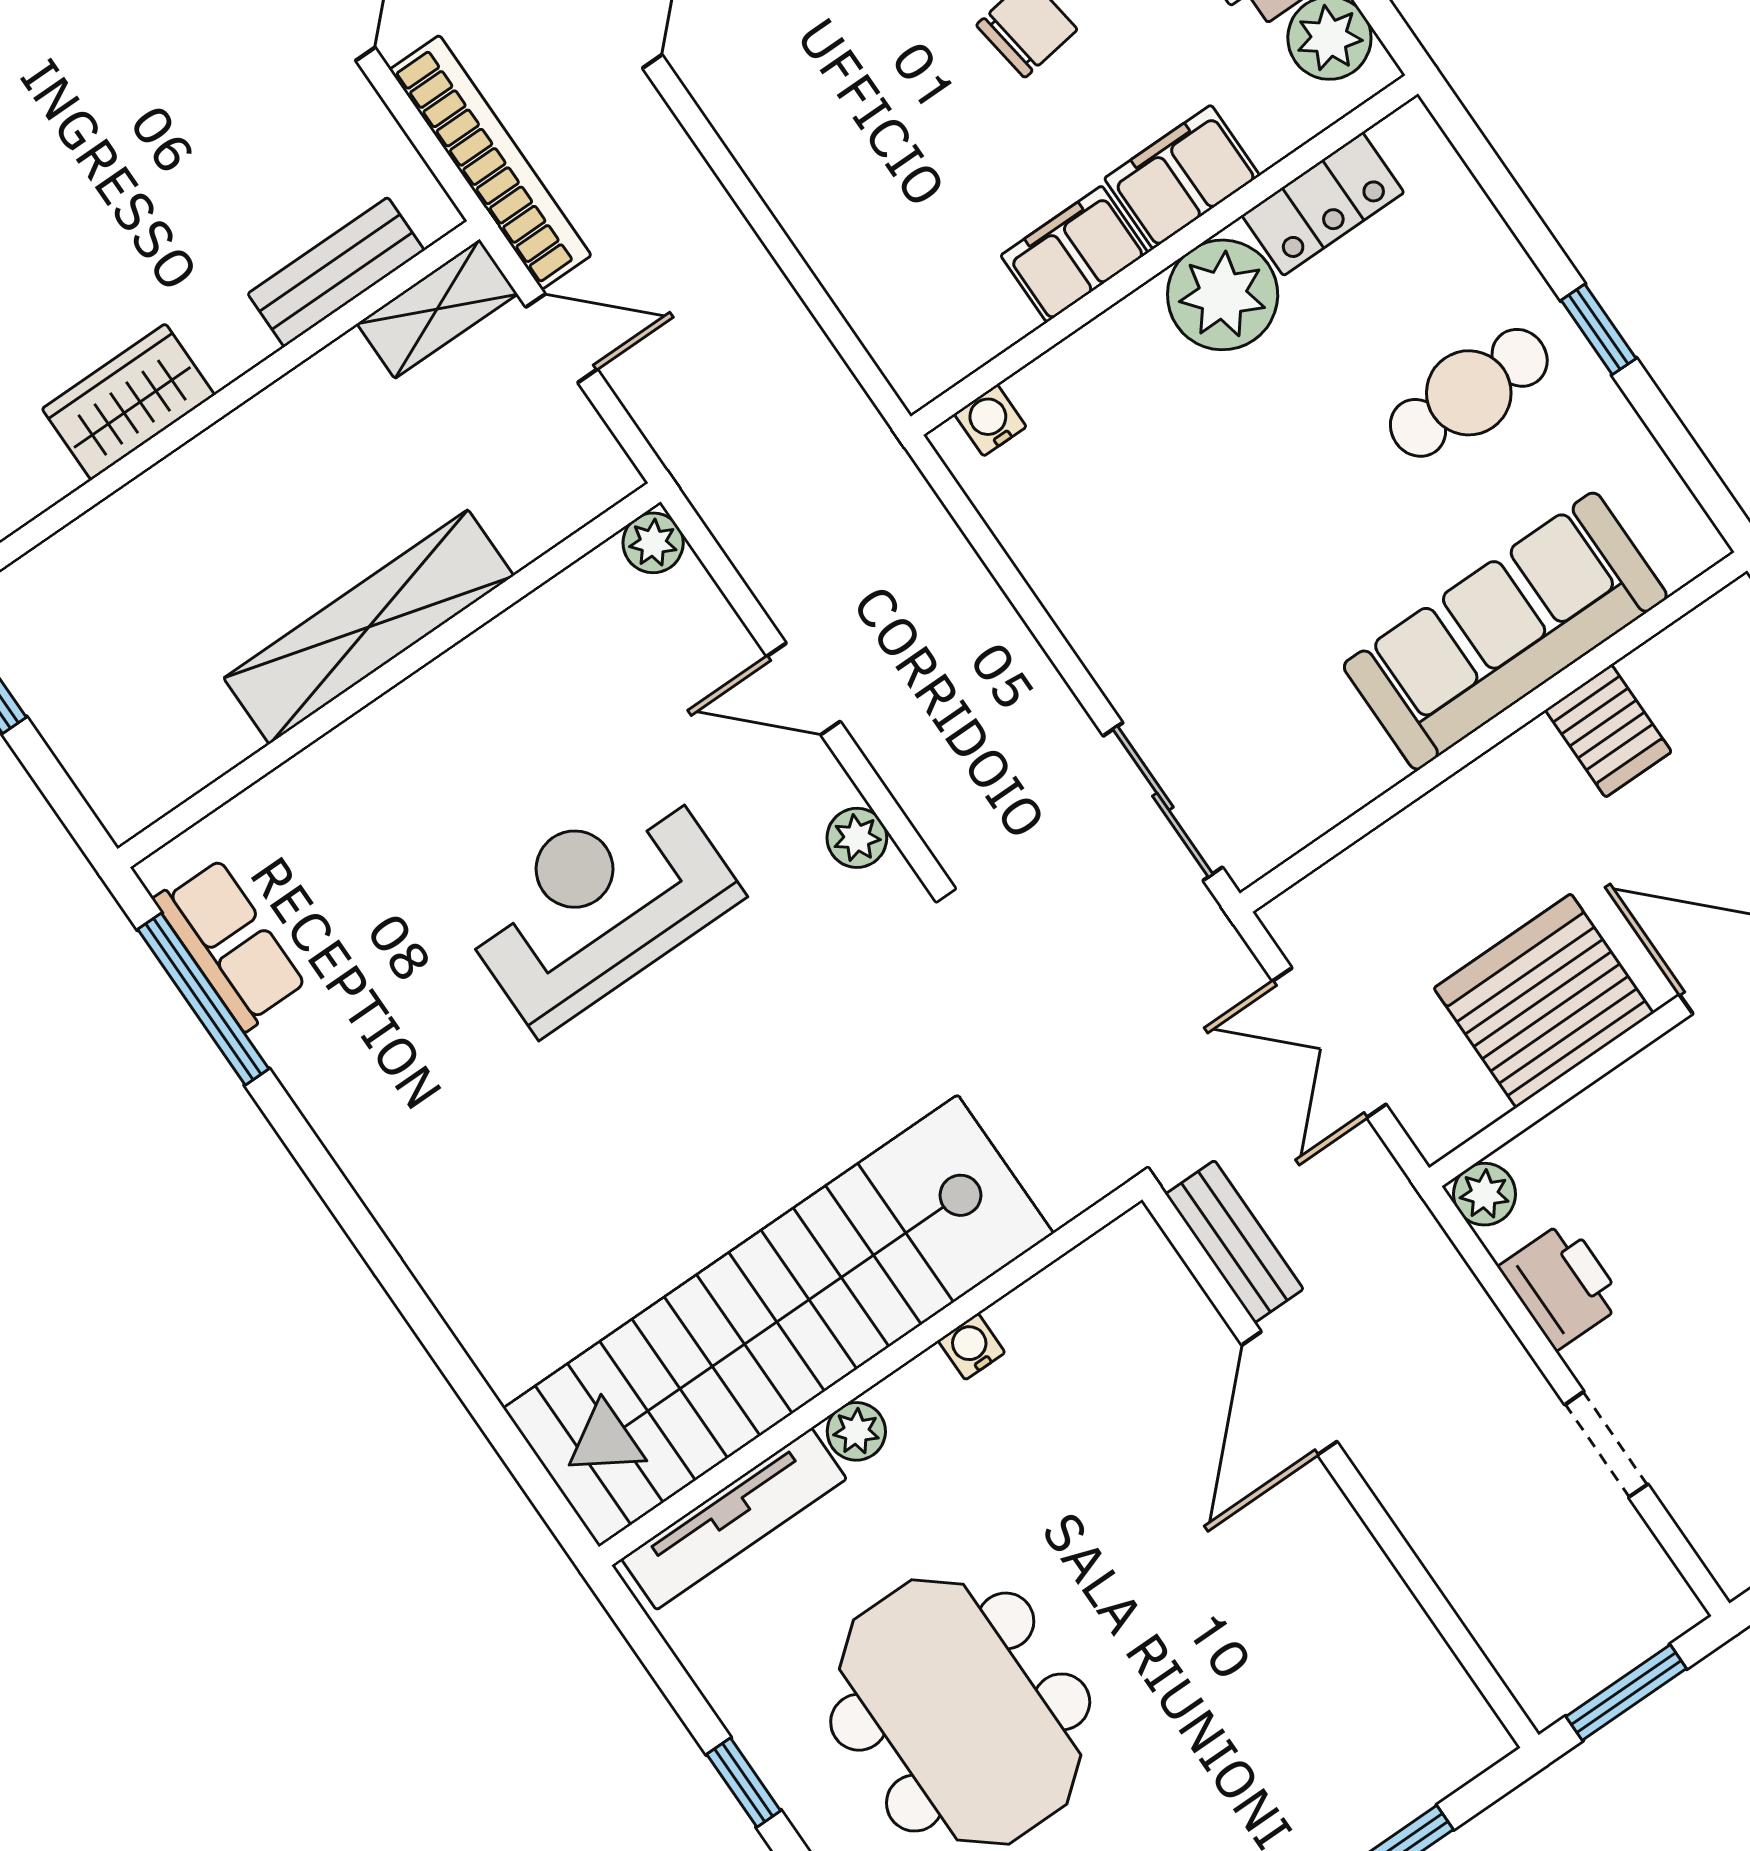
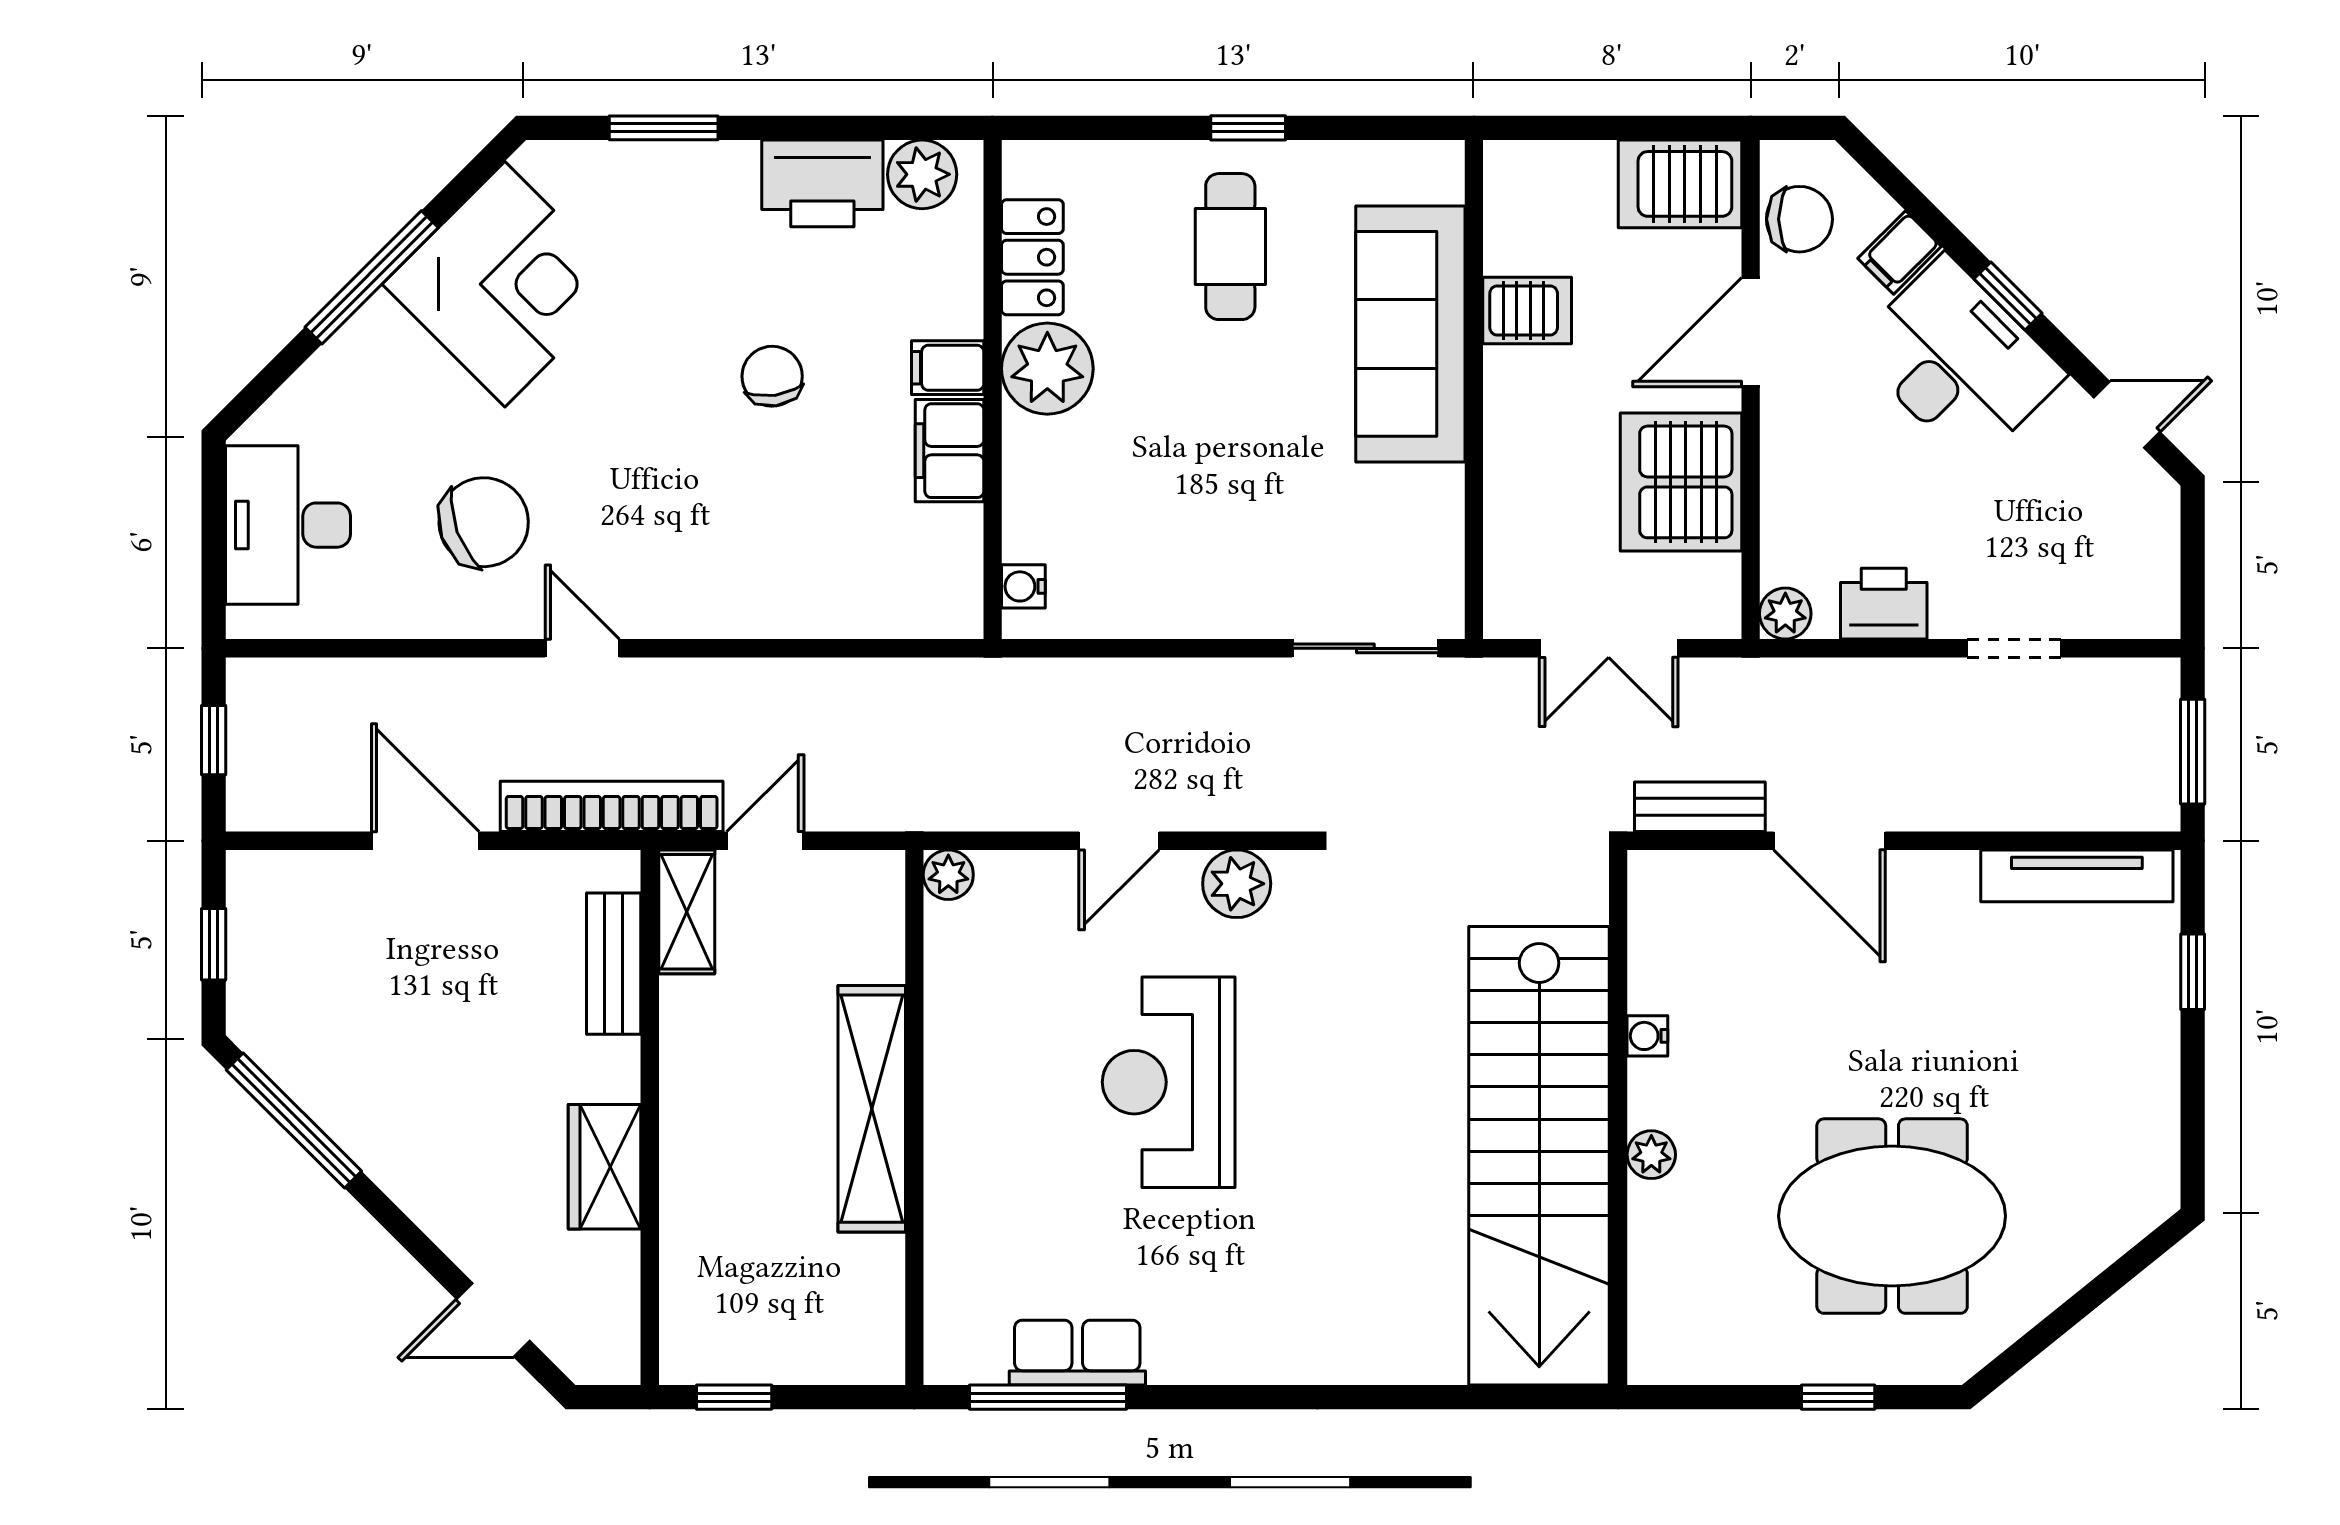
filing cabinet: (1182, 177) -> (948, 368), width x0.50
plant: (857, 838) -> (1237, 884), width x1.38, depth x1.38
row of seats: (230, 944) -> (1077, 1353), moved
tv unit: (734, 1519) -> (2077, 876), moved, turned 90

